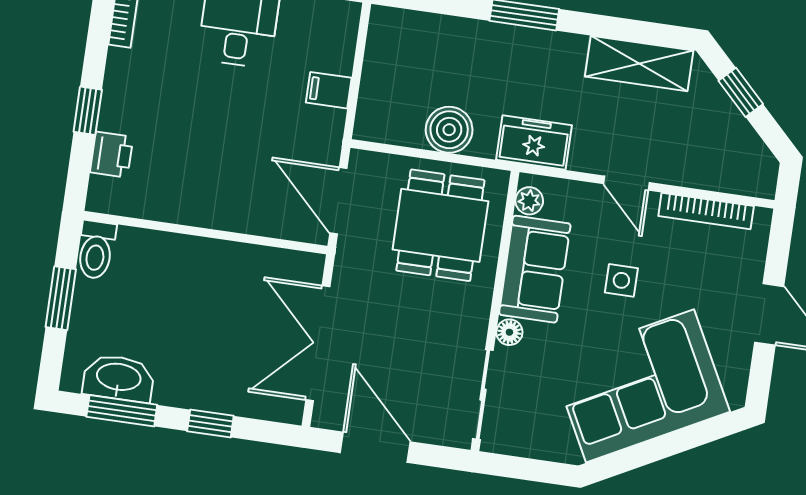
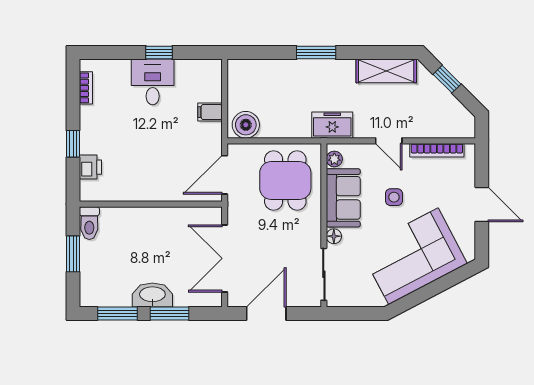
boiler: (449, 130) -> (246, 125), moved
door: (338, 201) -> (225, 175), hinge flipped
washbasin: (119, 378) -> (152, 295), moved
window: (210, 423) -> (169, 313), width x1.50
door: (375, 447) -> (266, 313), hinge flipped

